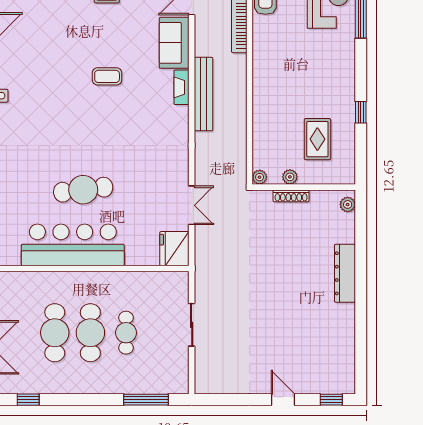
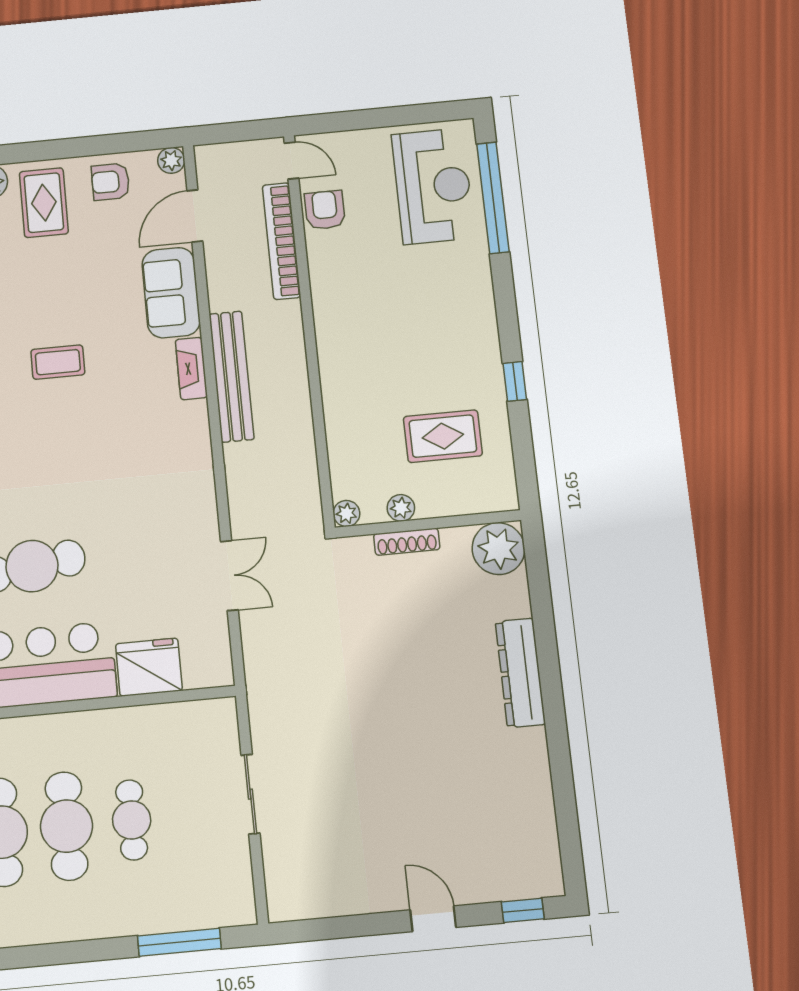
rug: (317, 139) -> (443, 436), turned 90
plant: (348, 204) -> (498, 549), width x1.88, depth x1.88
fridge: (174, 249) -> (149, 667), moved, turned 90

